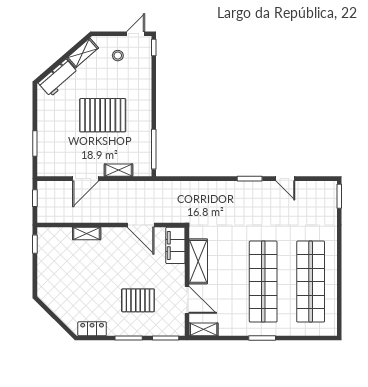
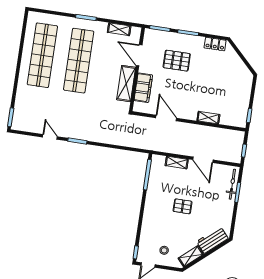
pallet: (103, 115) -> (183, 206), width x0.49, depth x0.50
bicycle: (43, 153) -> (232, 184), added
door: (86, 179) -> (203, 160), swing flipped
filing cabinet: (175, 245) -> (143, 88), moved
shelving: (204, 329) -> (119, 29), moved

